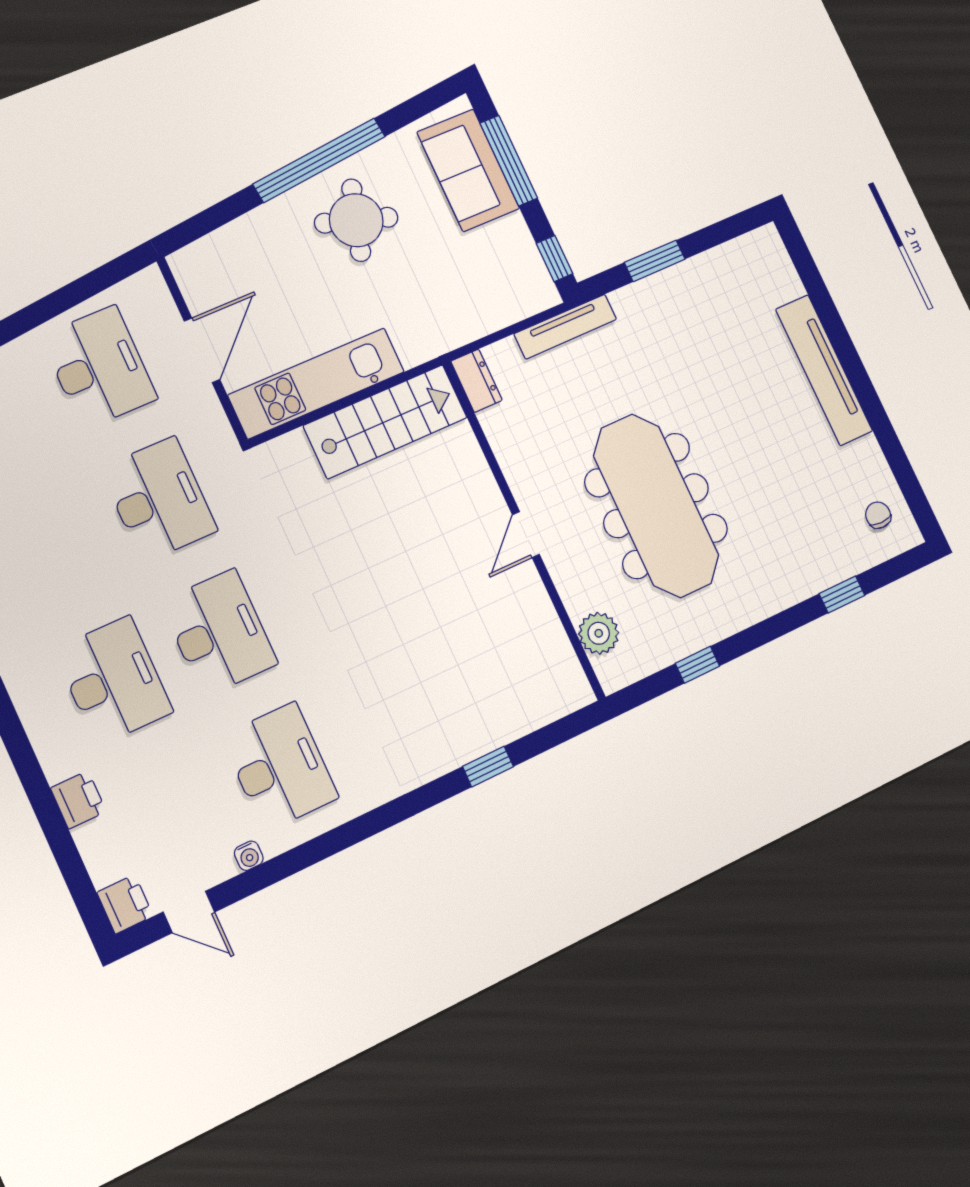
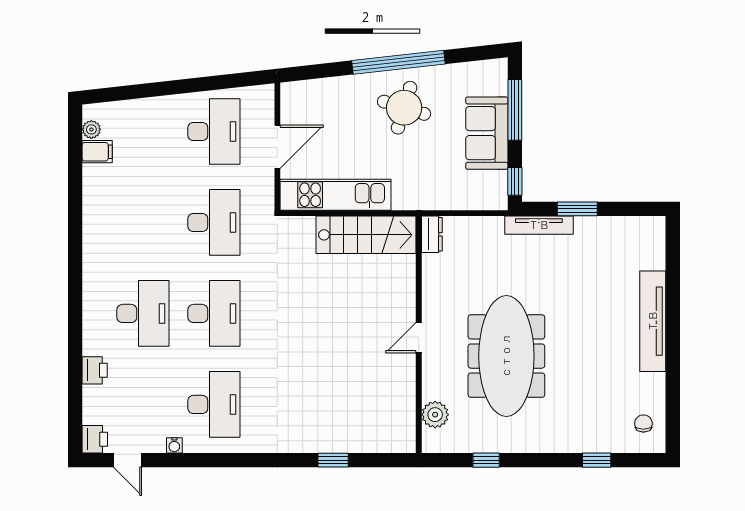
sofa: (468, 170) -> (487, 133), moved
tv unit: (565, 327) -> (539, 225), moved

